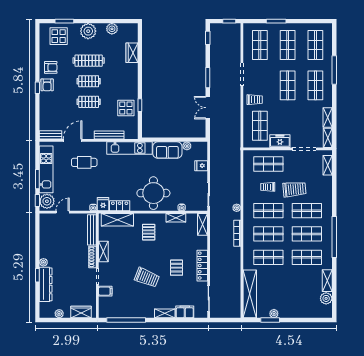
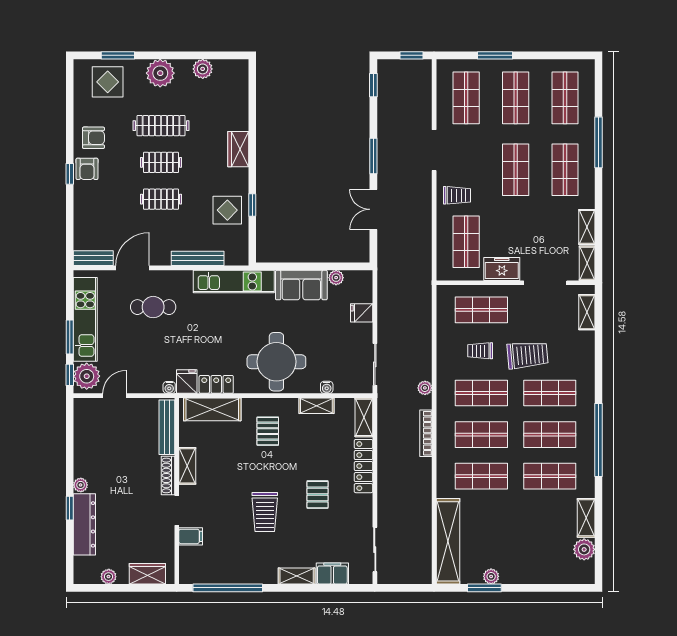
wardrobe: (132, 53) -> (238, 149), moved
locker: (202, 266) -> (363, 466), moved
trolley: (147, 277) -> (265, 512), turned 68

